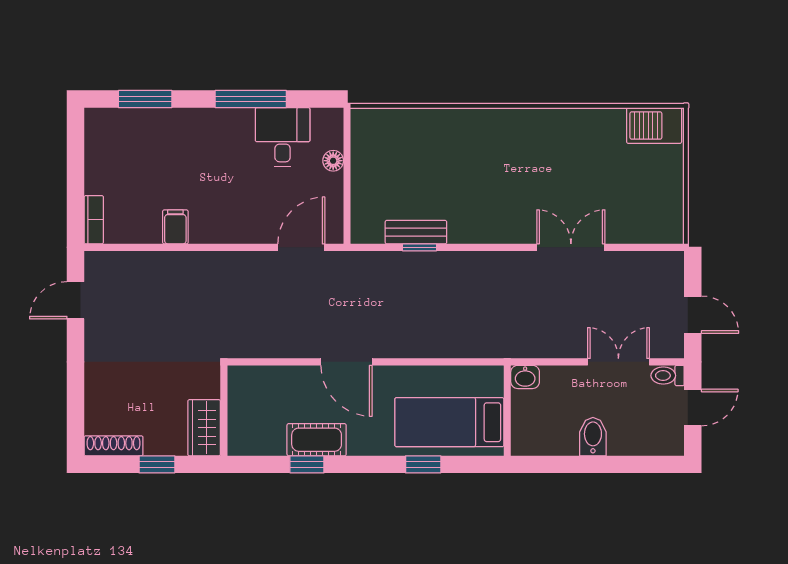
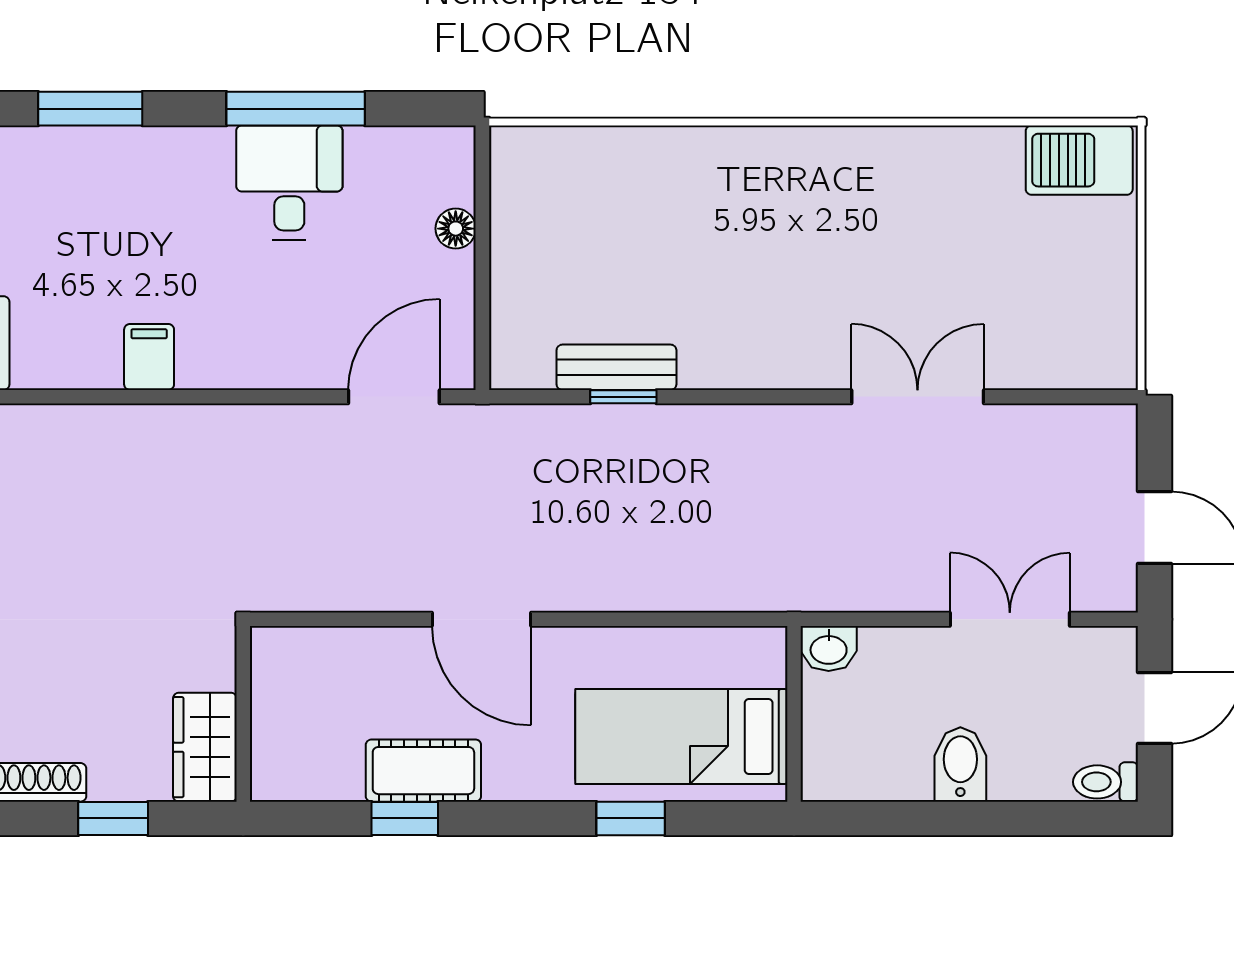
desk: (283, 137) -> (289, 182), moved
toilet: (668, 376) -> (1105, 782), moved

